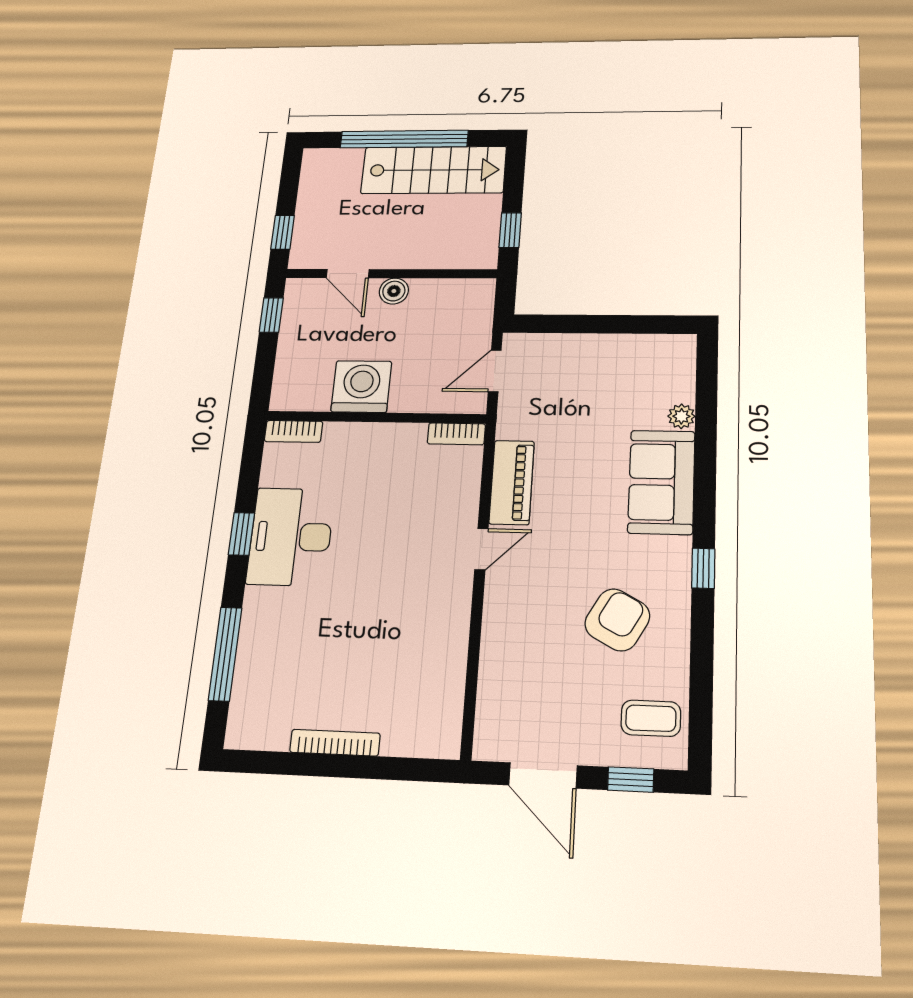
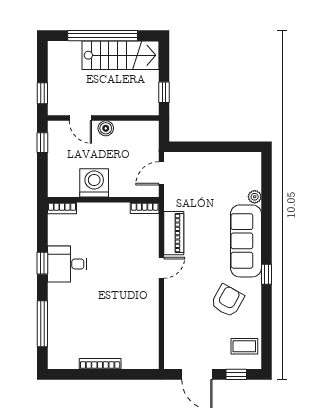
sofa: (661, 482) -> (246, 241), width x1.36
desk: (291, 537) -> (67, 264), width x0.73

